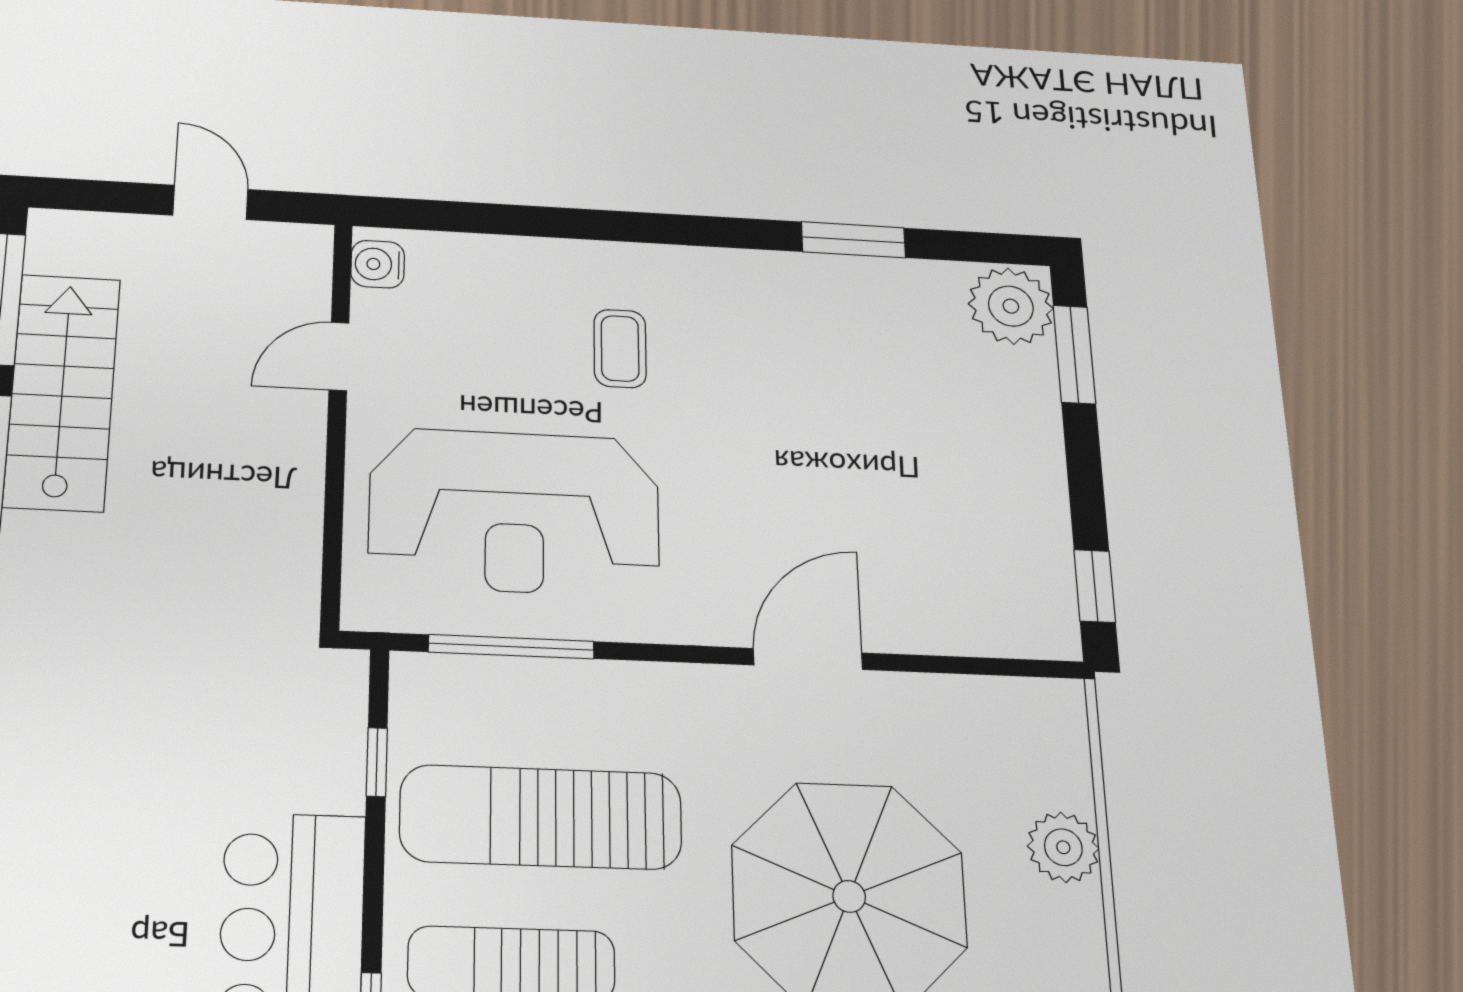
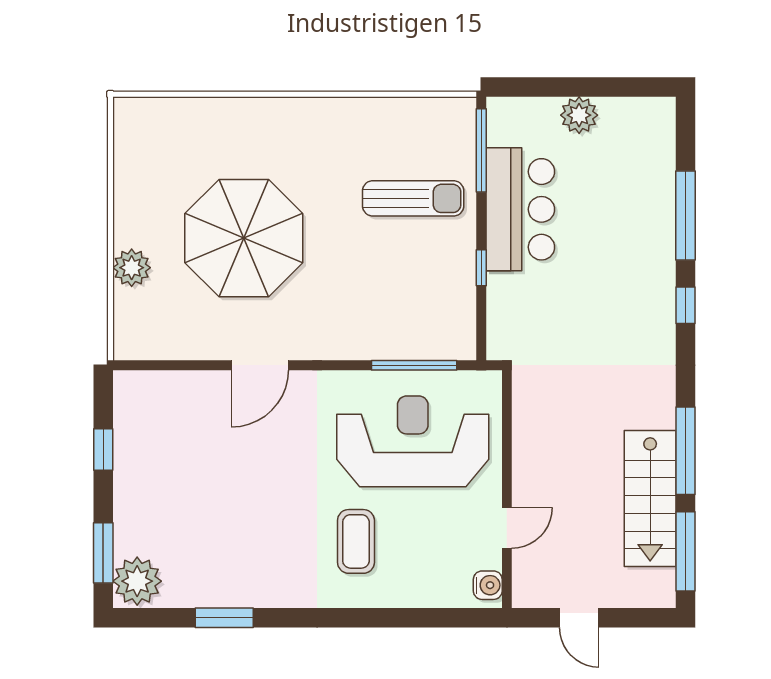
coffee table: (620, 348) -> (356, 541), width x1.36, depth x1.30
window: (1095, 586) -> (103, 450), moved
window: (377, 762) -> (481, 268), moved
sun lounger: (541, 817) -> (399, 274), removed

